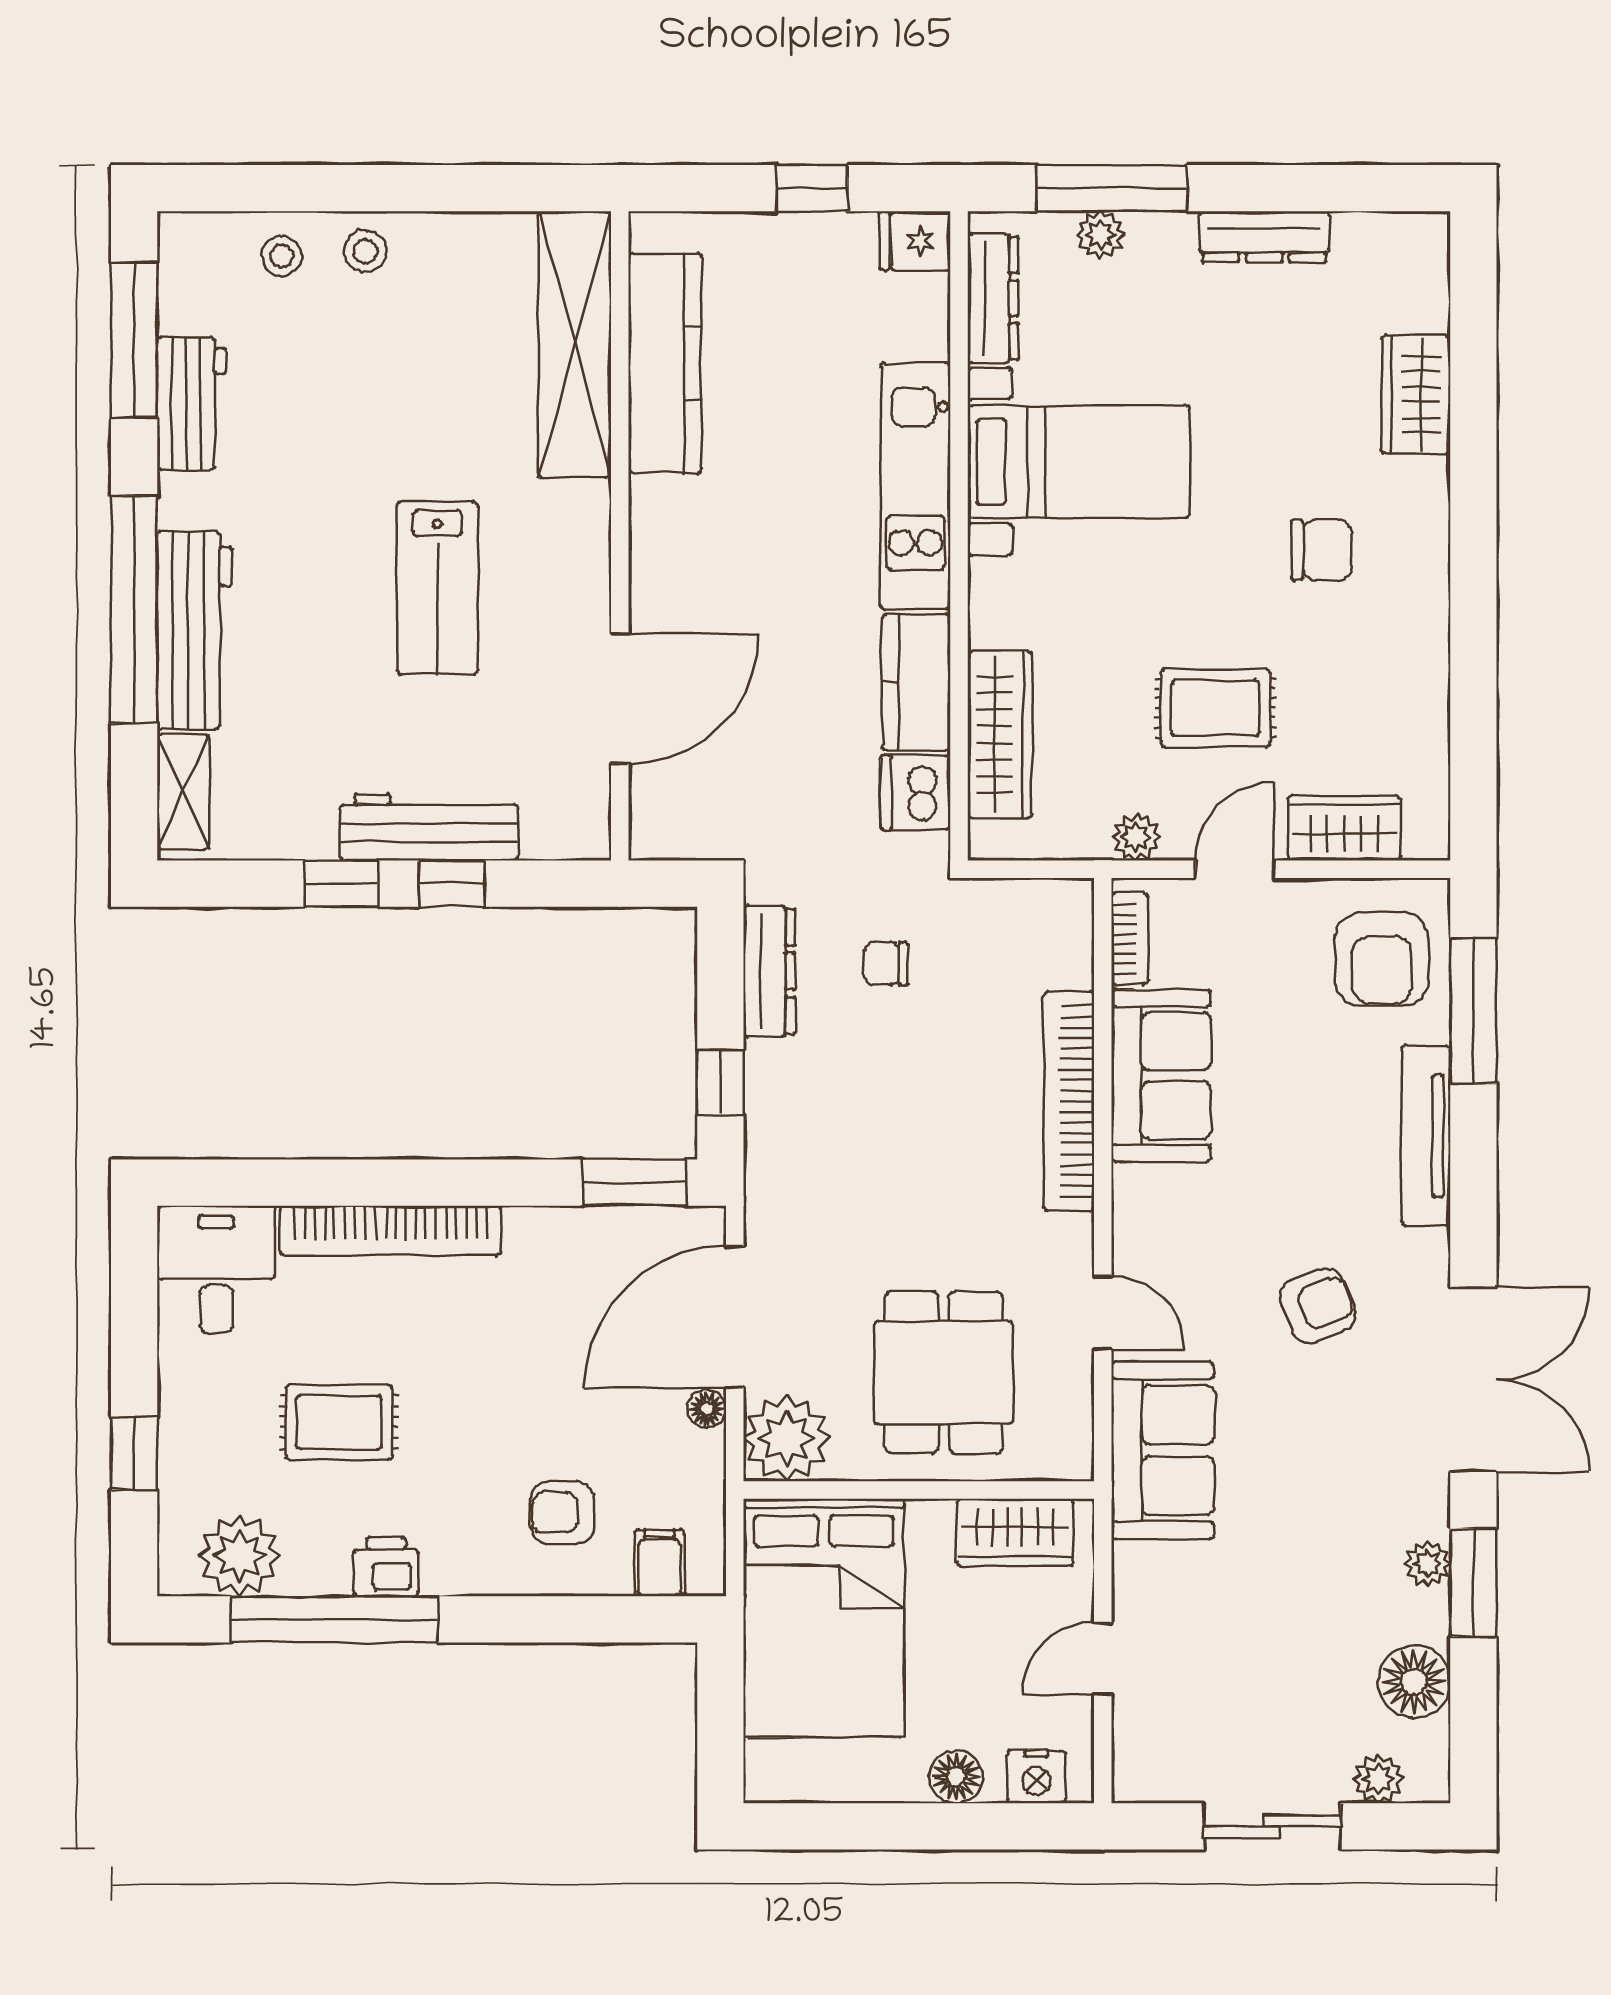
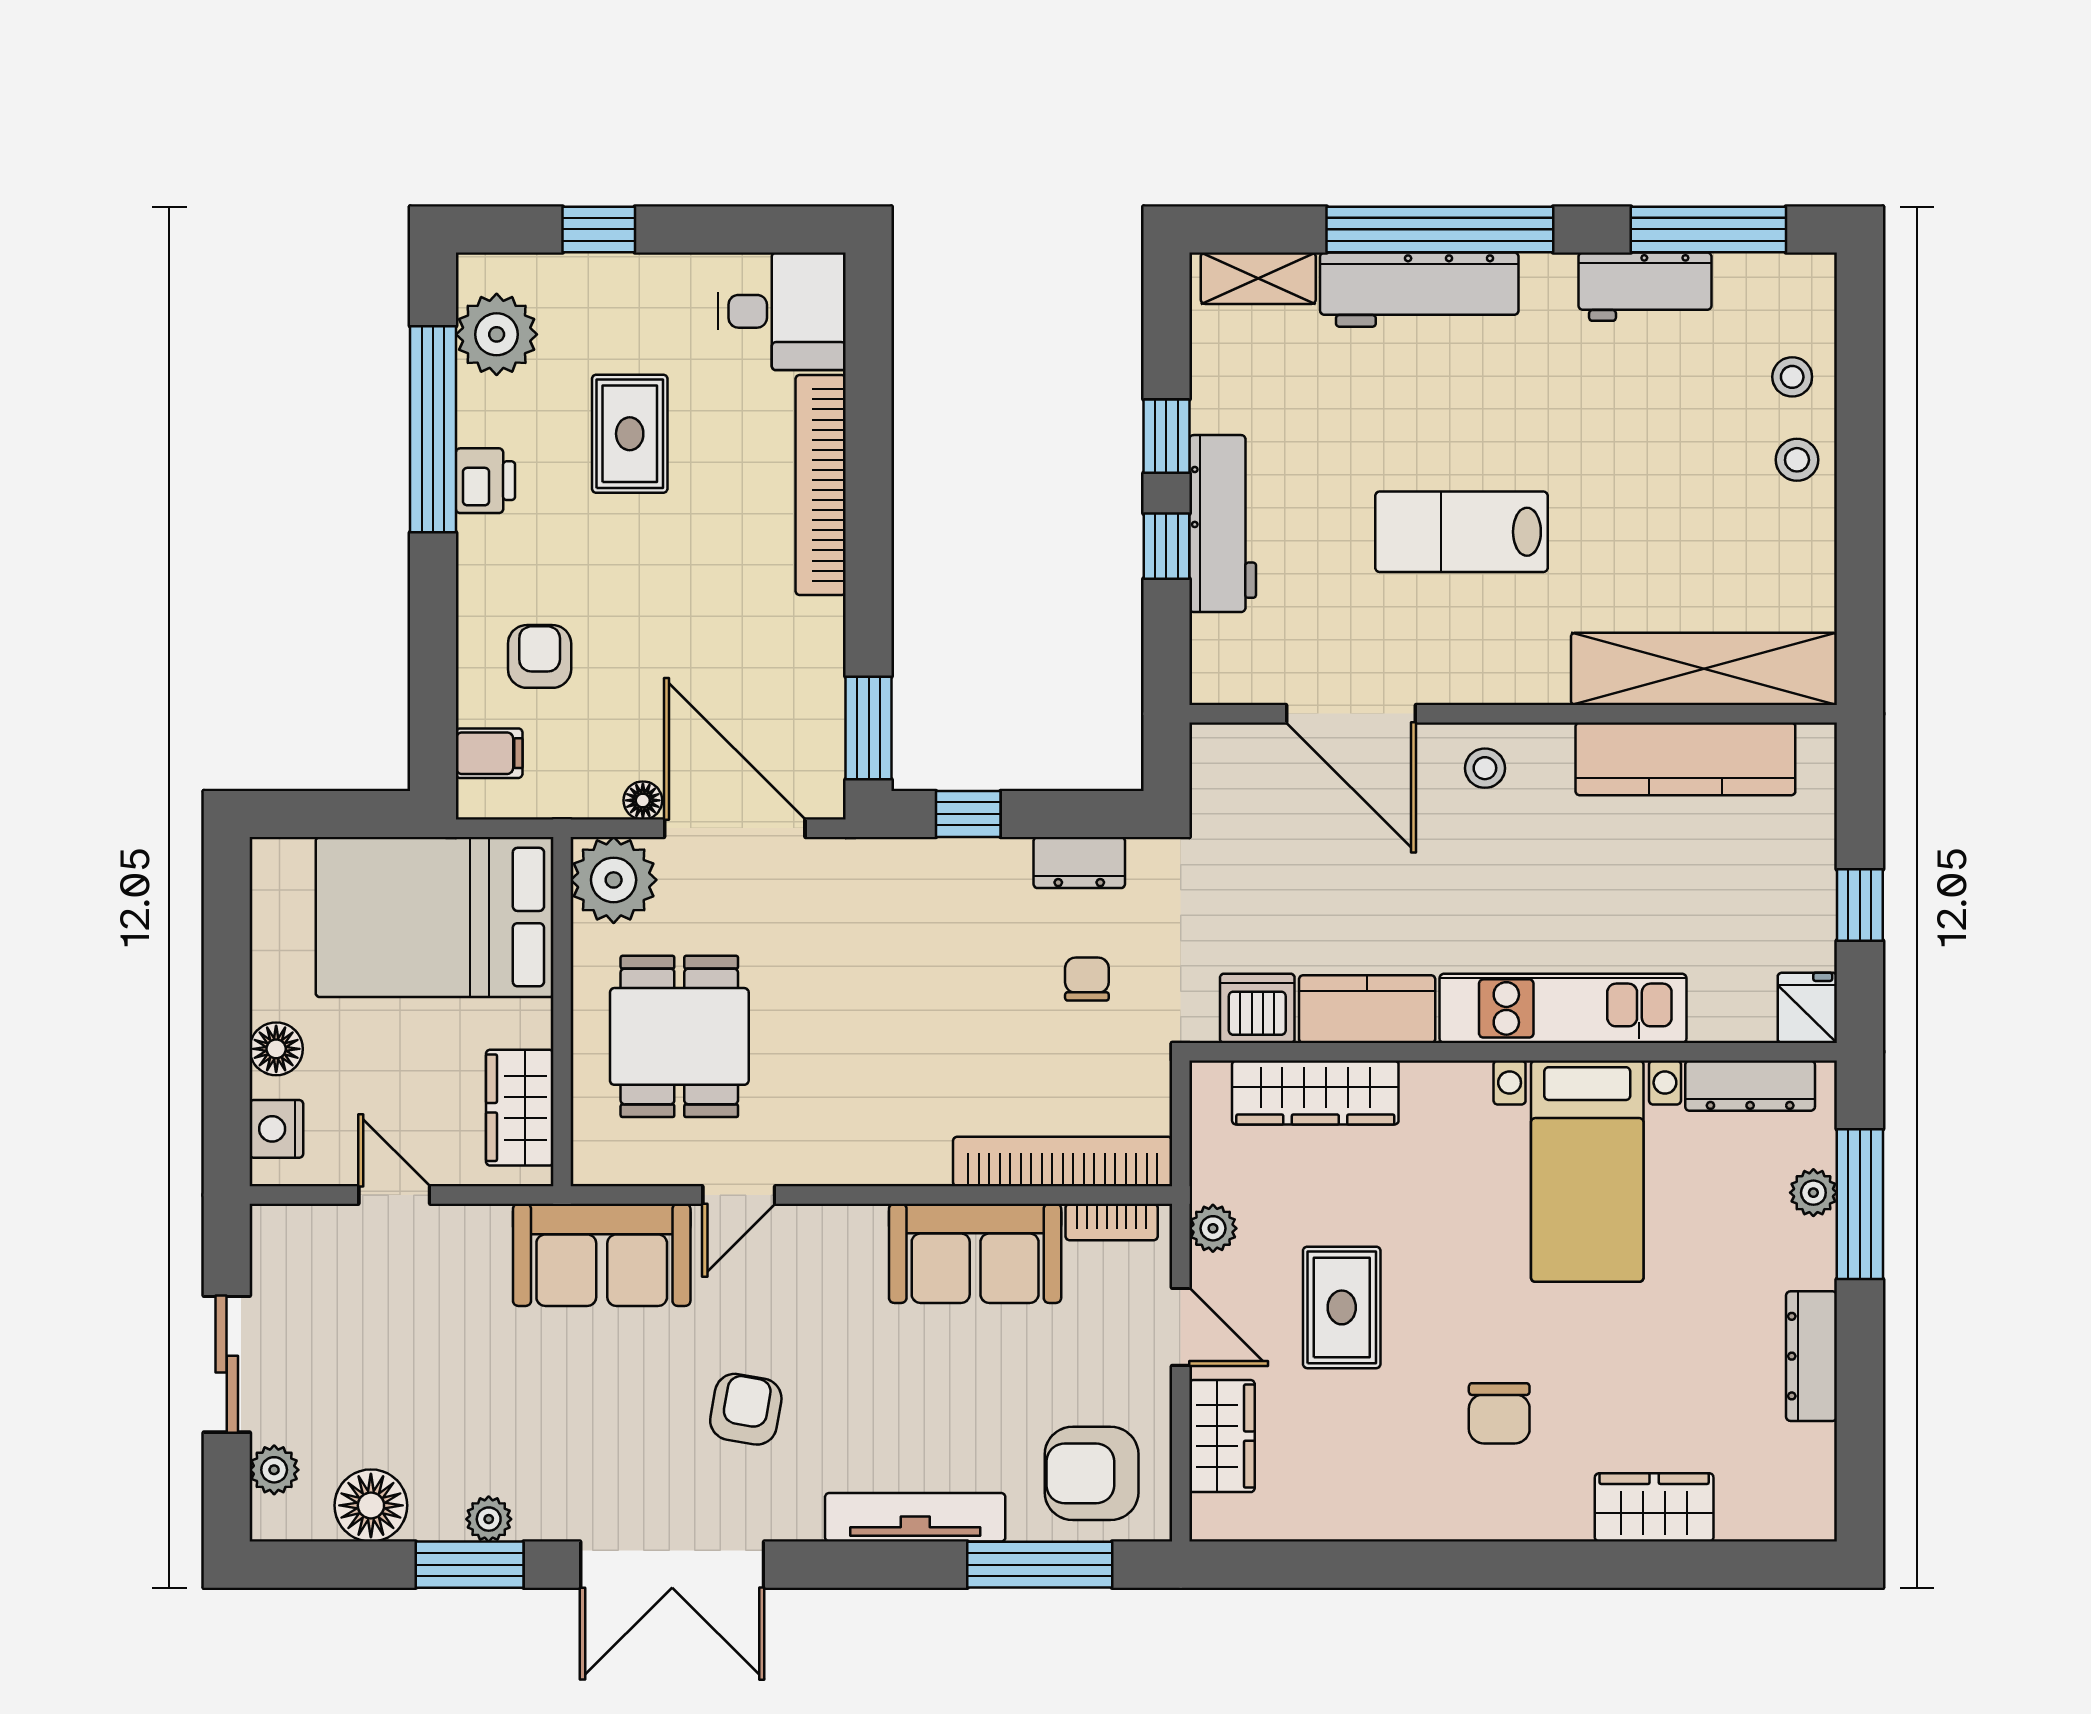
stool: (674, 564) -> (1485, 768), added
dresser: (769, 971) -> (1079, 863), width x0.70
bookcase: (1069, 1101) -> (1063, 1162), moved
armchair: (1317, 1306) -> (746, 1409), turned -149
dining table: (944, 1372) -> (679, 1036), turned 90

